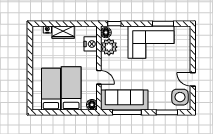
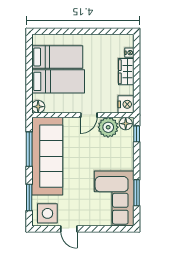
corner sofa: (151, 42) -> (114, 199), moved
nightstand: (91, 44) -> (126, 104), moved, turned -90
door: (99, 77) -> (89, 115), moved
door: (193, 79) -> (69, 229), swing flipped
sofa: (124, 100) -> (47, 156), width x1.36, depth x1.27

